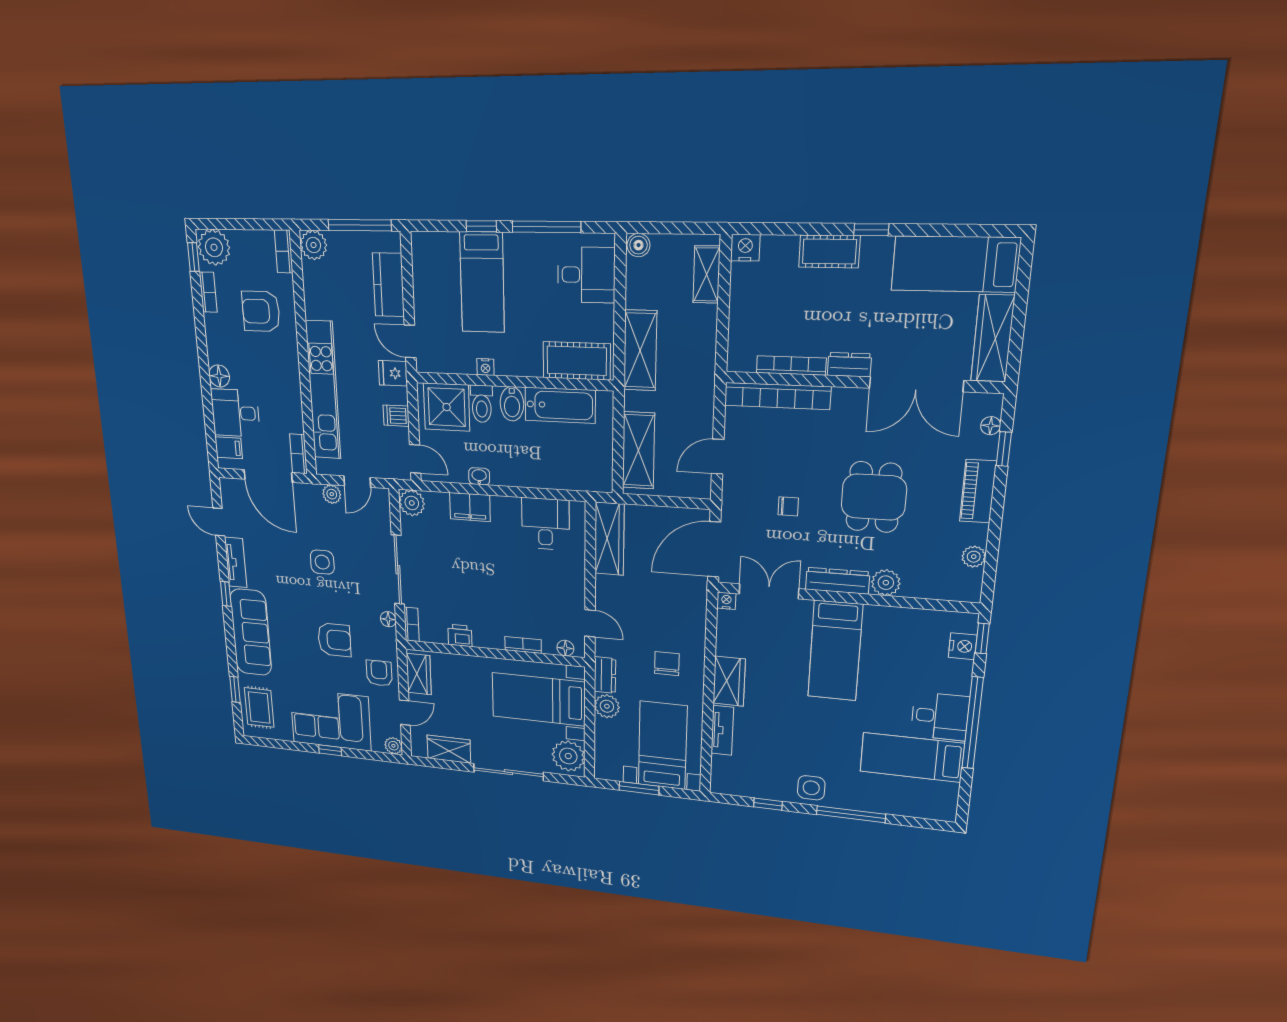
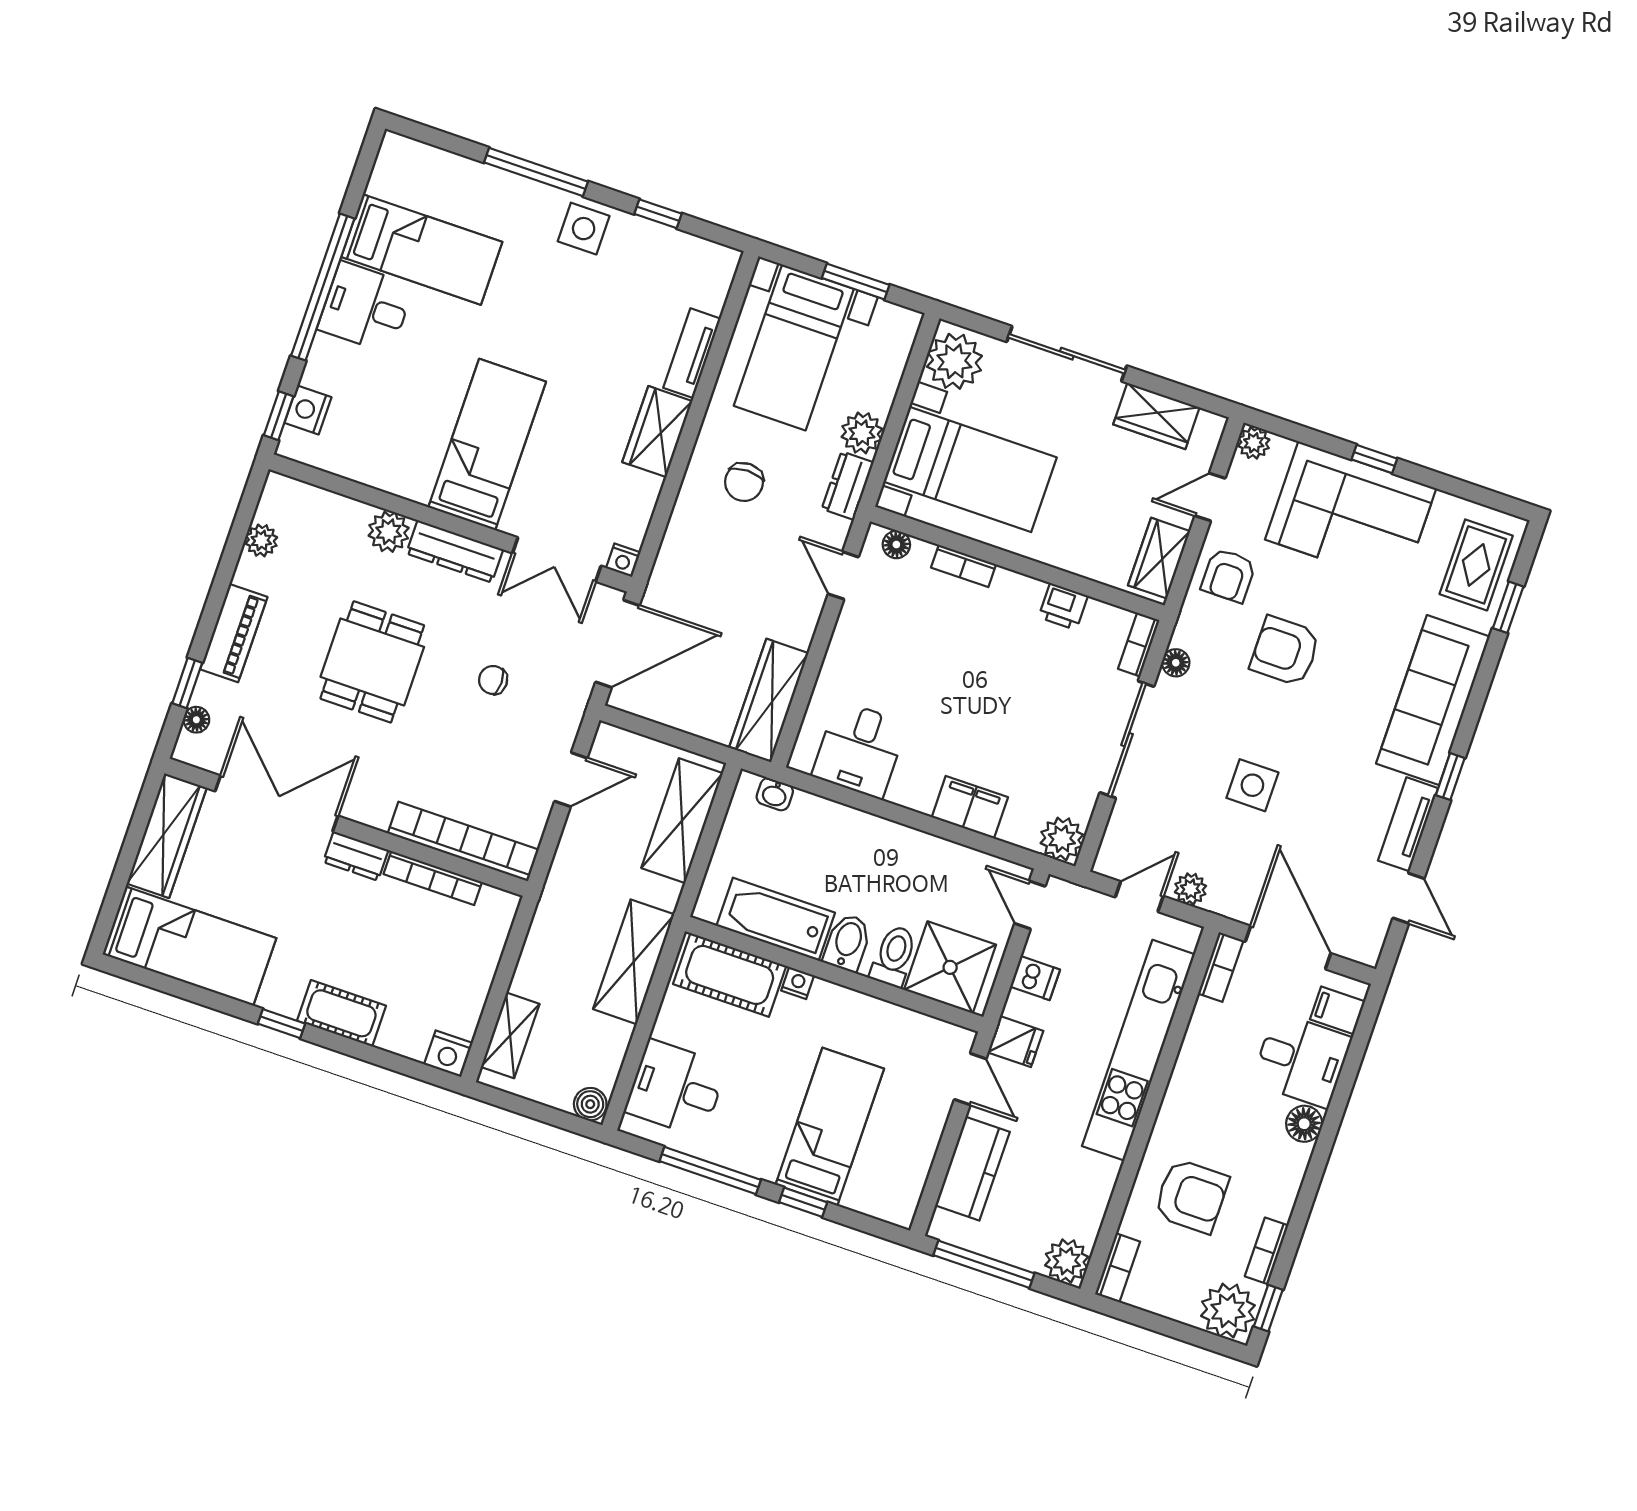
nightstand: (485, 367) -> (798, 983), moved
washbasin: (479, 476) -> (775, 794), moved

